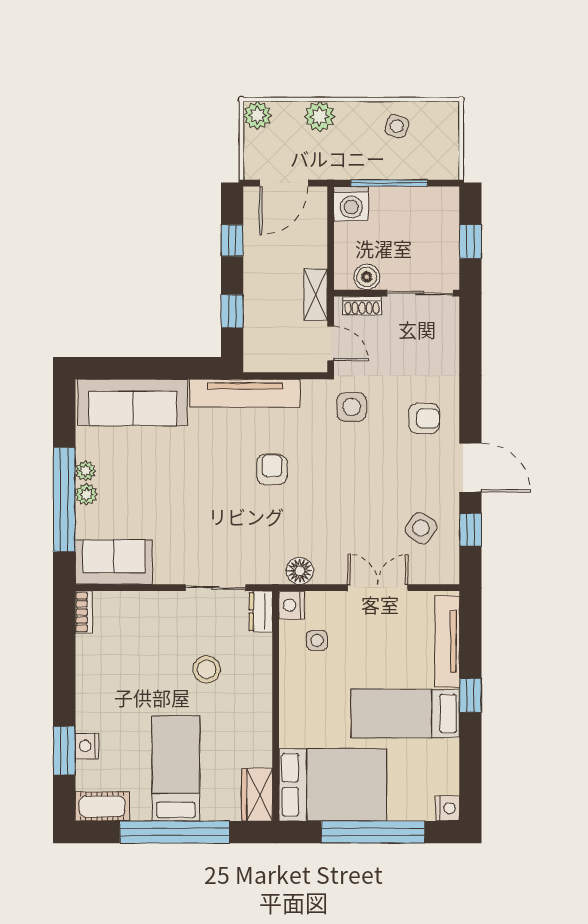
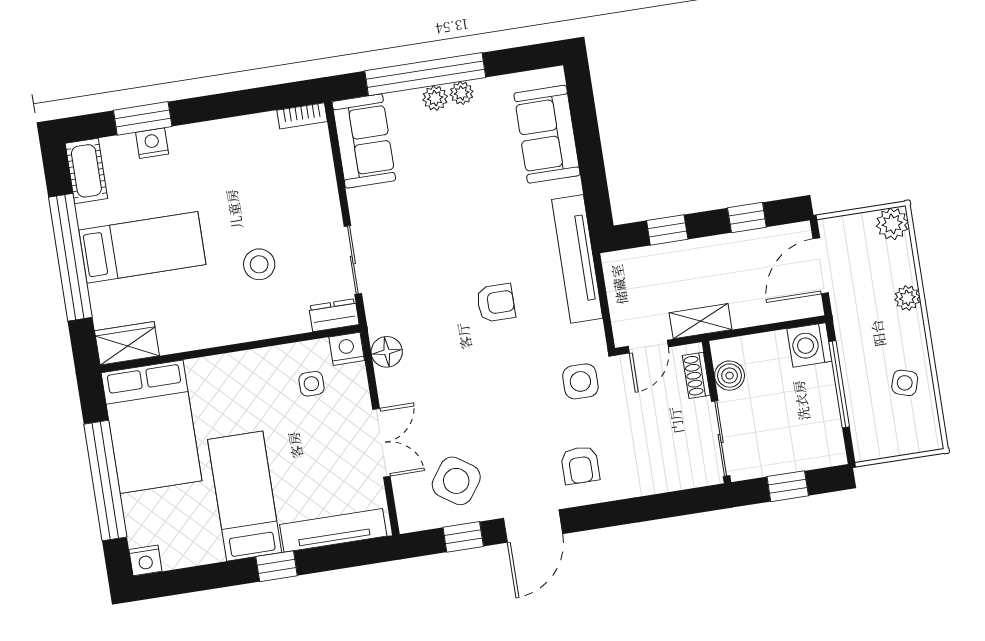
plant: (319, 117) -> (907, 298), width x0.73, depth x0.73
door: (284, 183) -> (821, 266), hinge flipped
sofa: (133, 402) -> (547, 134), width x0.73
side table: (421, 528) -> (456, 481), width x1.37, depth x1.37

